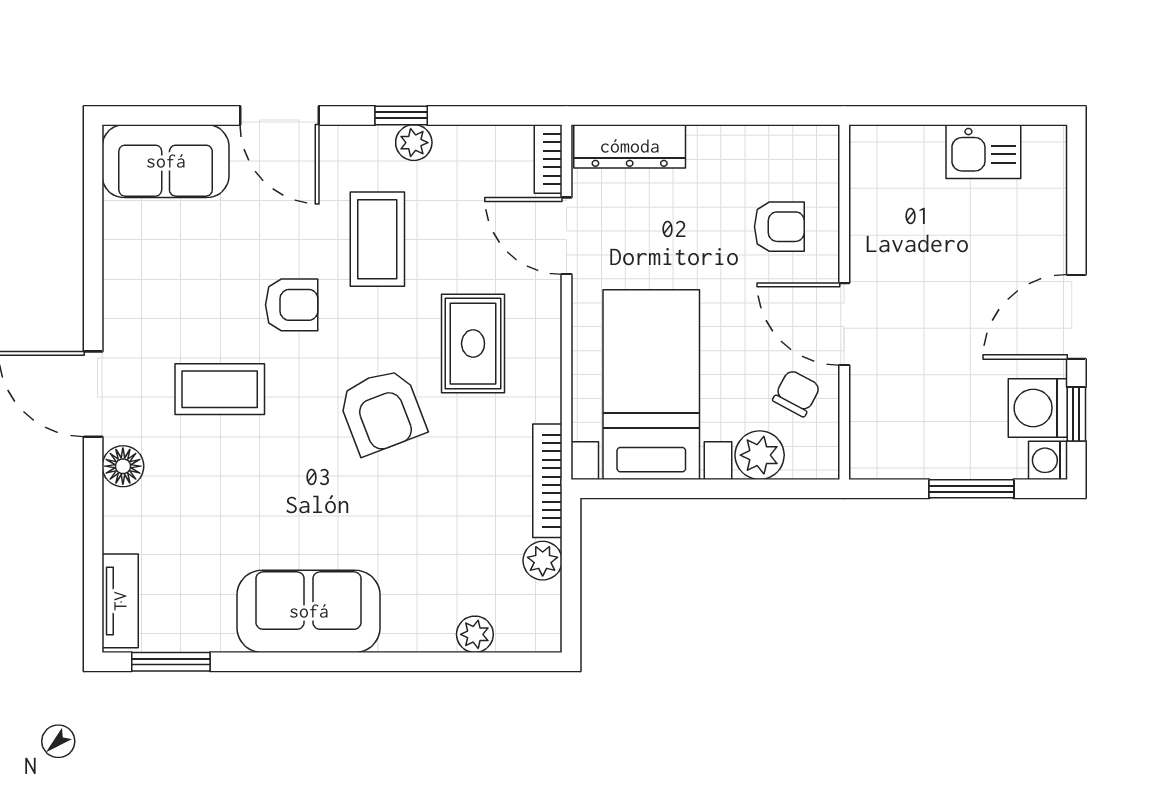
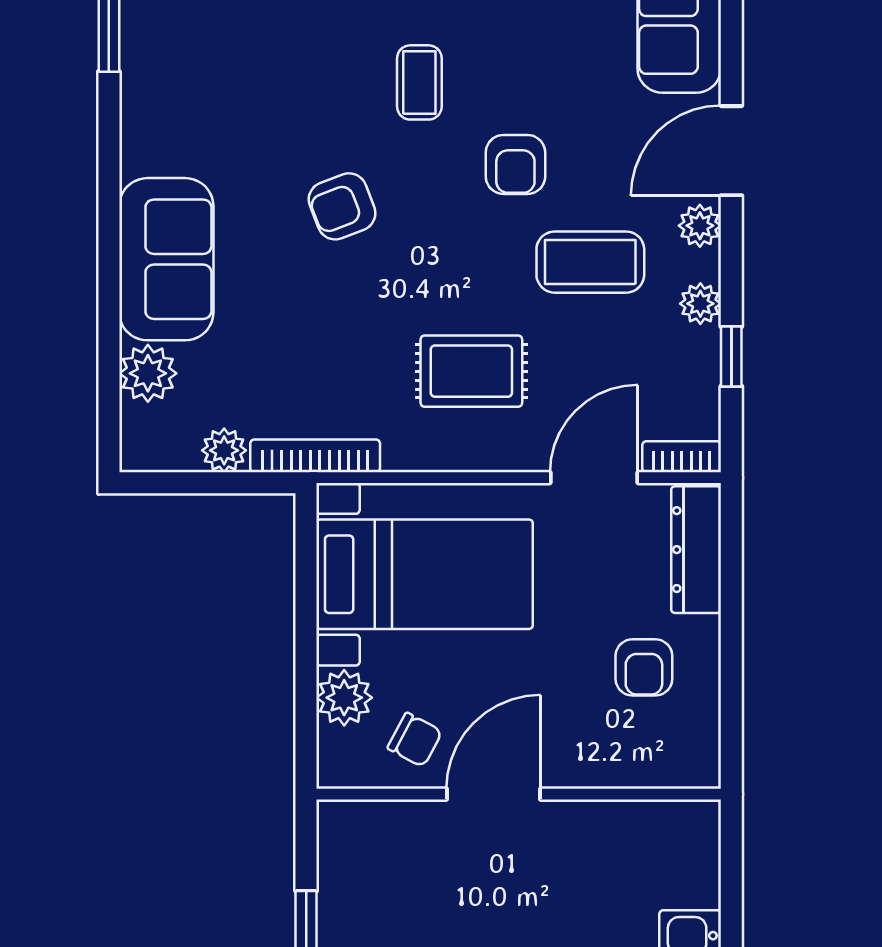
window: (401, 115) -> (731, 356), moved
plant: (345, 143) -> (700, 226), added
armchair: (779, 227) -> (644, 667), moved
coffee table: (220, 389) -> (419, 82), width x0.73, depth x0.77
armchair: (382, 411) -> (342, 206), moved, width x0.72, depth x0.72
sofa: (309, 611) -> (166, 259), moved
plant: (475, 634) -> (148, 373), width x1.38, depth x1.38

